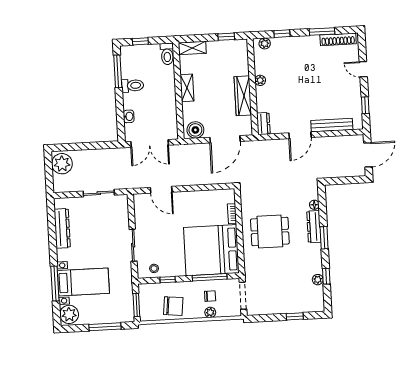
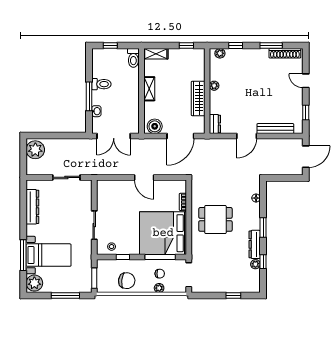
window: (118, 71) -> (89, 96), moved
door: (161, 190) -> (144, 177), moved
dresser: (314, 227) -> (255, 244), moved

